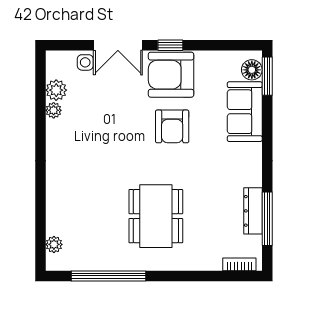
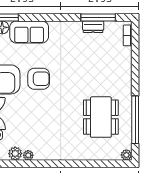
dresser: (253, 211) -> (93, 27), width x0.70
dining table: (156, 216) -> (101, 117), moved, turned 90
plant: (54, 244) -> (126, 155), moved

